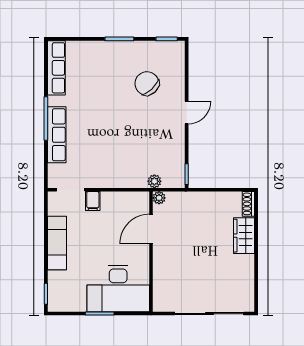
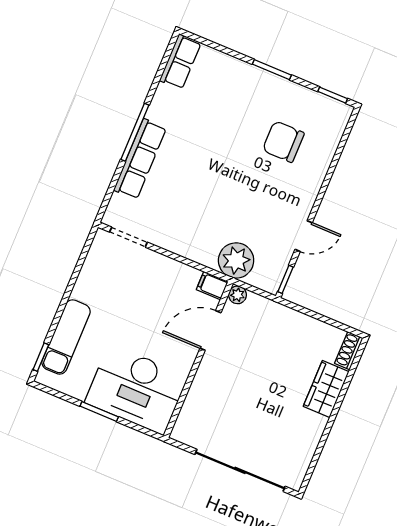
row of seats: (56, 68) -> (180, 62), width x0.68
chair: (147, 83) -> (283, 142), turned -47
door: (187, 112) -> (304, 236), moved
plant: (154, 181) -> (236, 260), width x1.88, depth x1.88
filing cabinet: (93, 201) -> (212, 286), moved, turned 90
exam couch: (57, 243) -> (66, 337), moved

